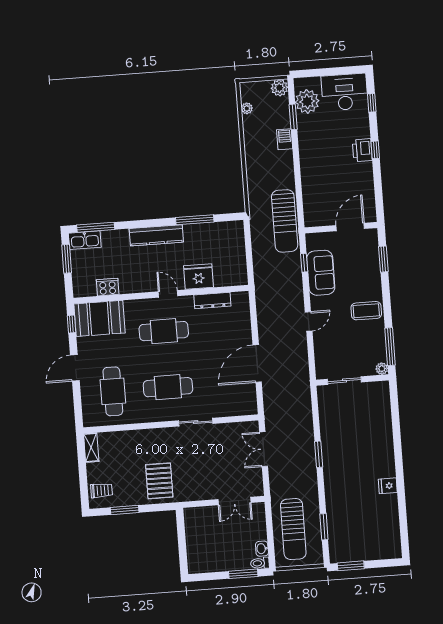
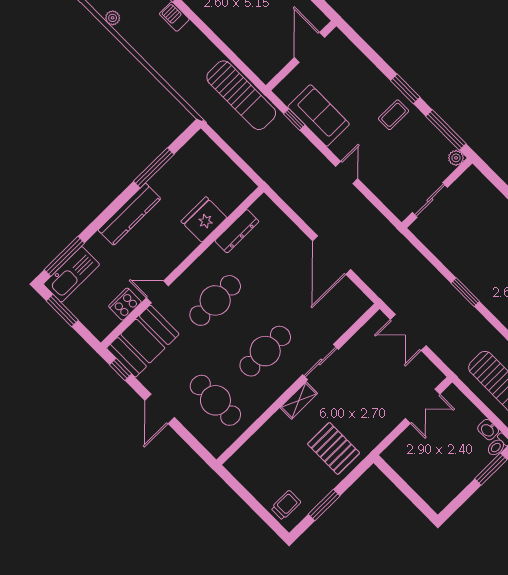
kitchen sink: (85, 240) -> (71, 274), width x1.36, depth x1.24
window: (383, 259) -> (405, 89), moved
door: (168, 294) -> (157, 292), moved
coffee table: (366, 311) -> (394, 115), width x0.73, depth x0.77
shelving: (91, 448) -> (299, 400), moved, turned 90

